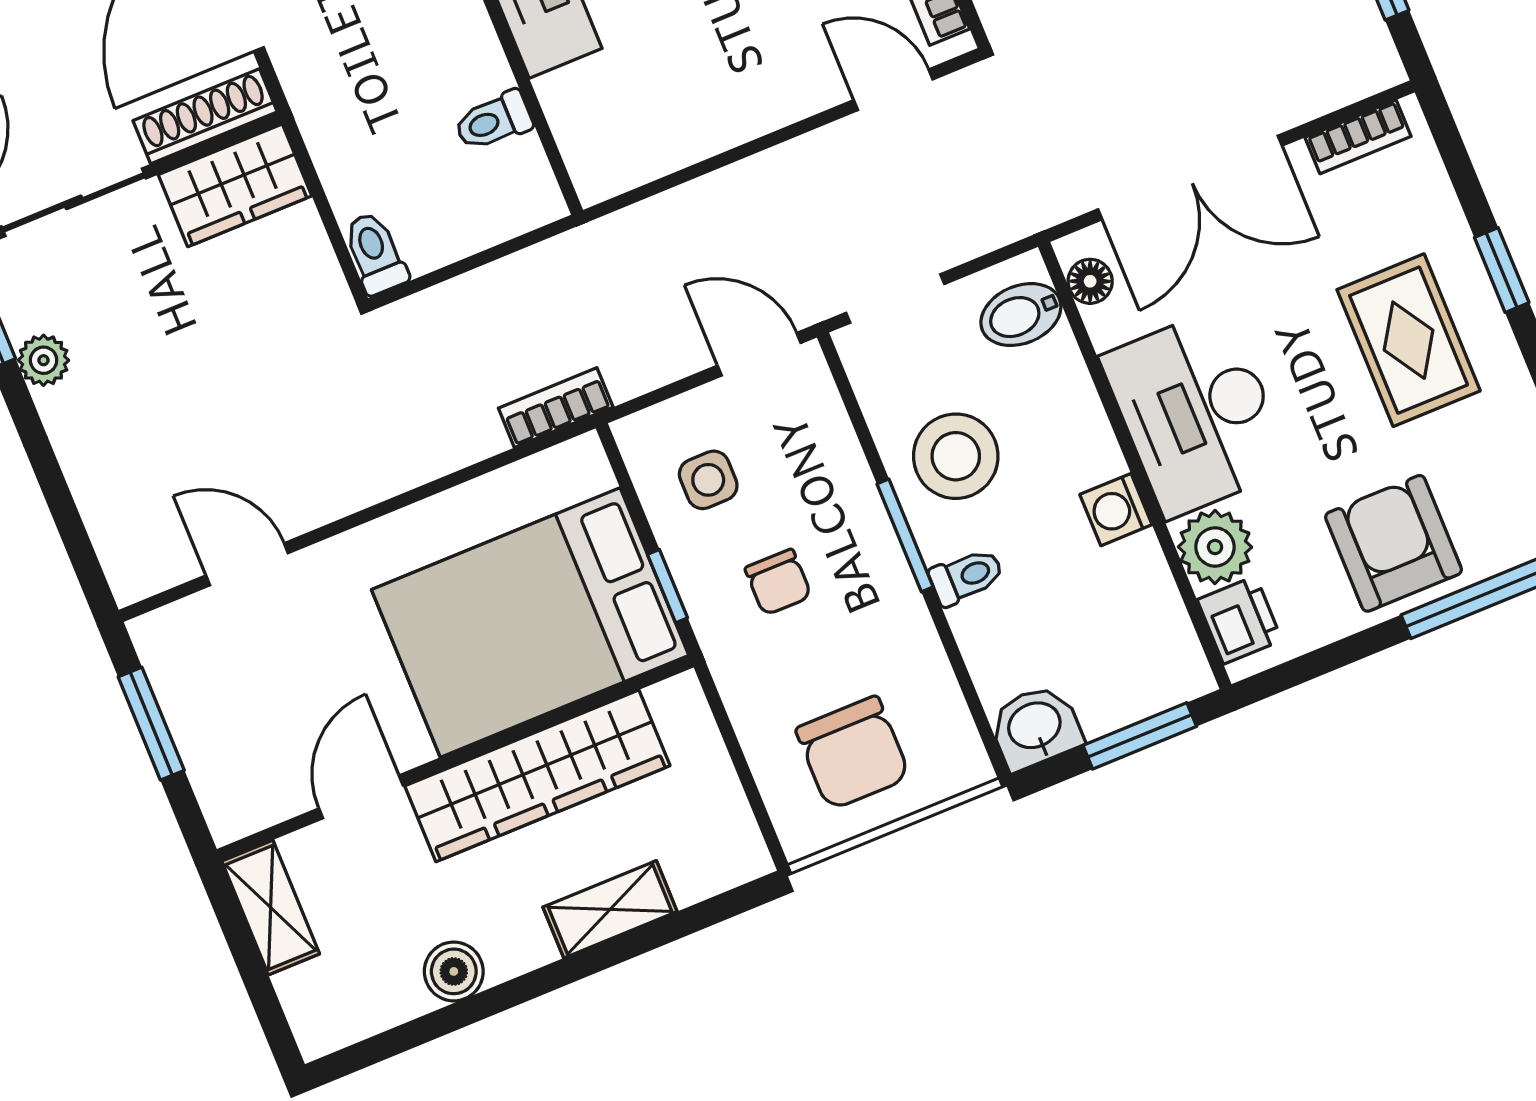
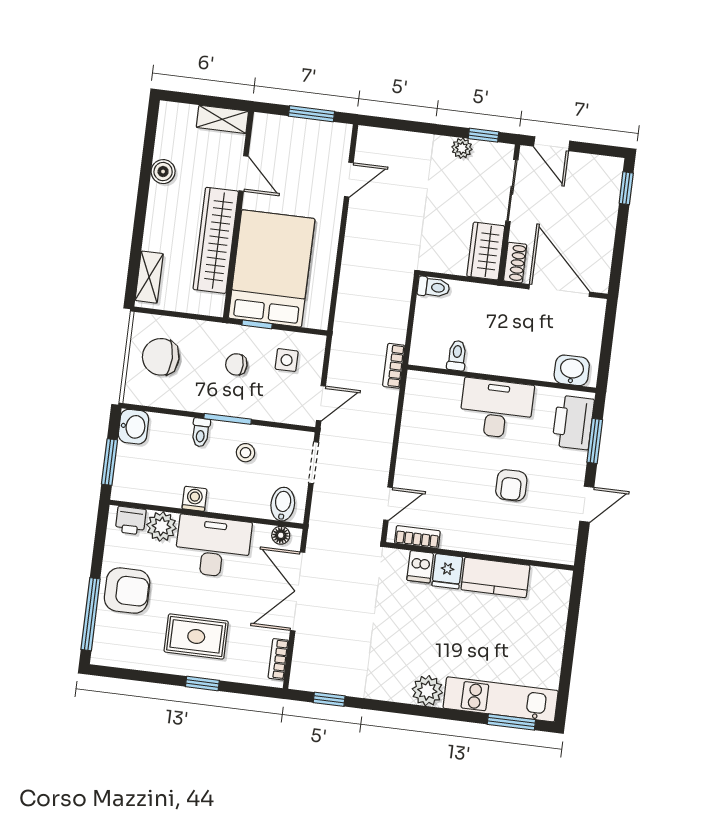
shoe rack: (205, 116) -> (515, 263), width x0.70
bookcase: (556, 408) -> (394, 366), moved, turned 180
stool: (956, 456) -> (246, 453), width x0.53, depth x0.53
shelving: (610, 909) -> (149, 277), moved

